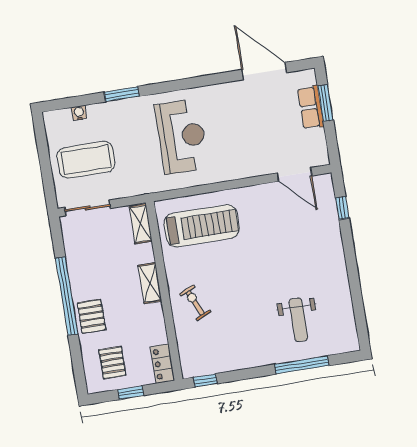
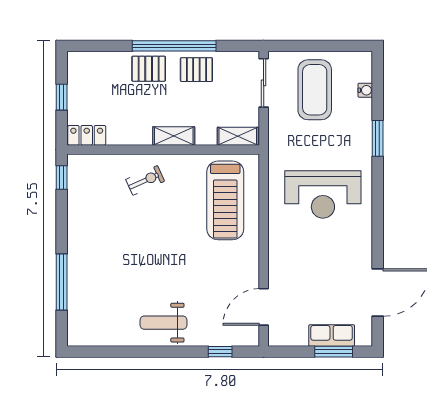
weight bench: (298, 320) -> (163, 323), moved
pallet: (112, 363) -> (196, 70), moved

